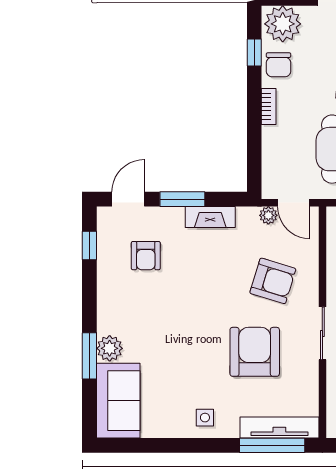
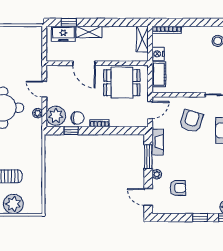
window: (182, 199) -> (148, 157), moved
plant: (268, 215) -> (157, 174), moved
fireplace: (210, 217) -> (158, 142), moved
window: (89, 246) -> (200, 218), moved

